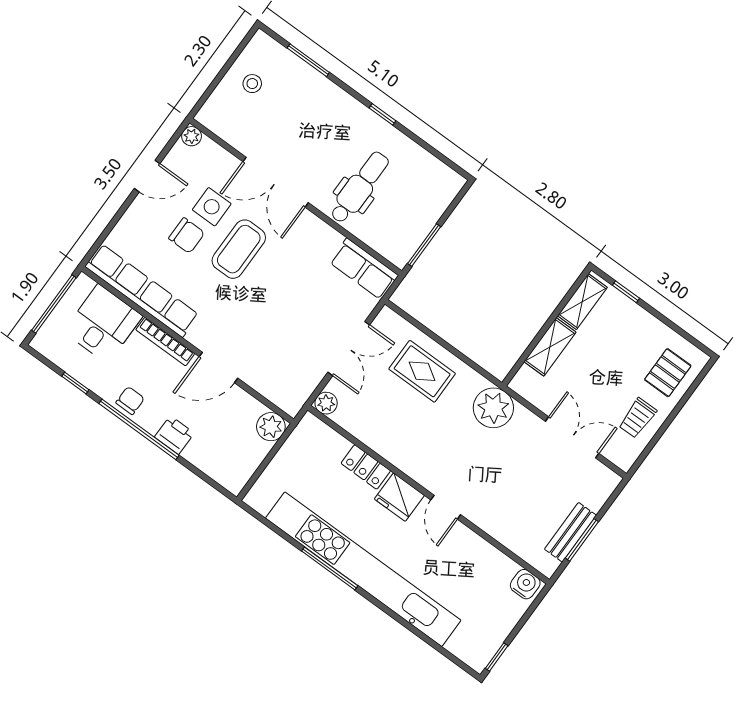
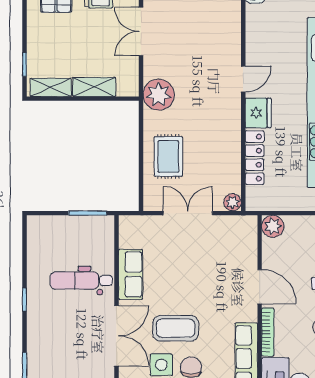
row of seats: (364, 269) -> (131, 274), moved
locker: (366, 467) -> (255, 158), width x1.53

